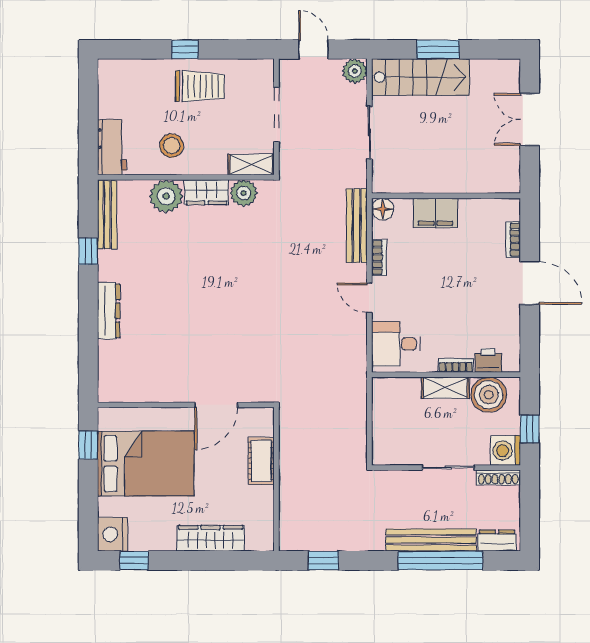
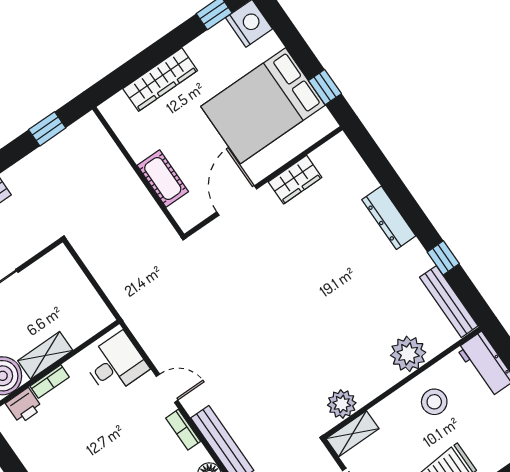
wardrobe: (206, 192) -> (295, 180), moved, turned 180

